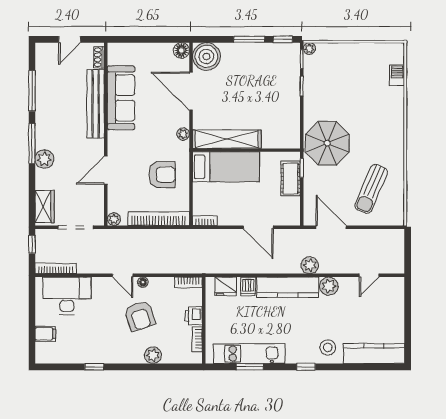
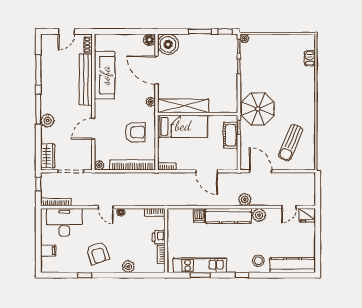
fridge: (226, 286) -> (307, 215), moved
armchair: (140, 316) -> (98, 253), moved

